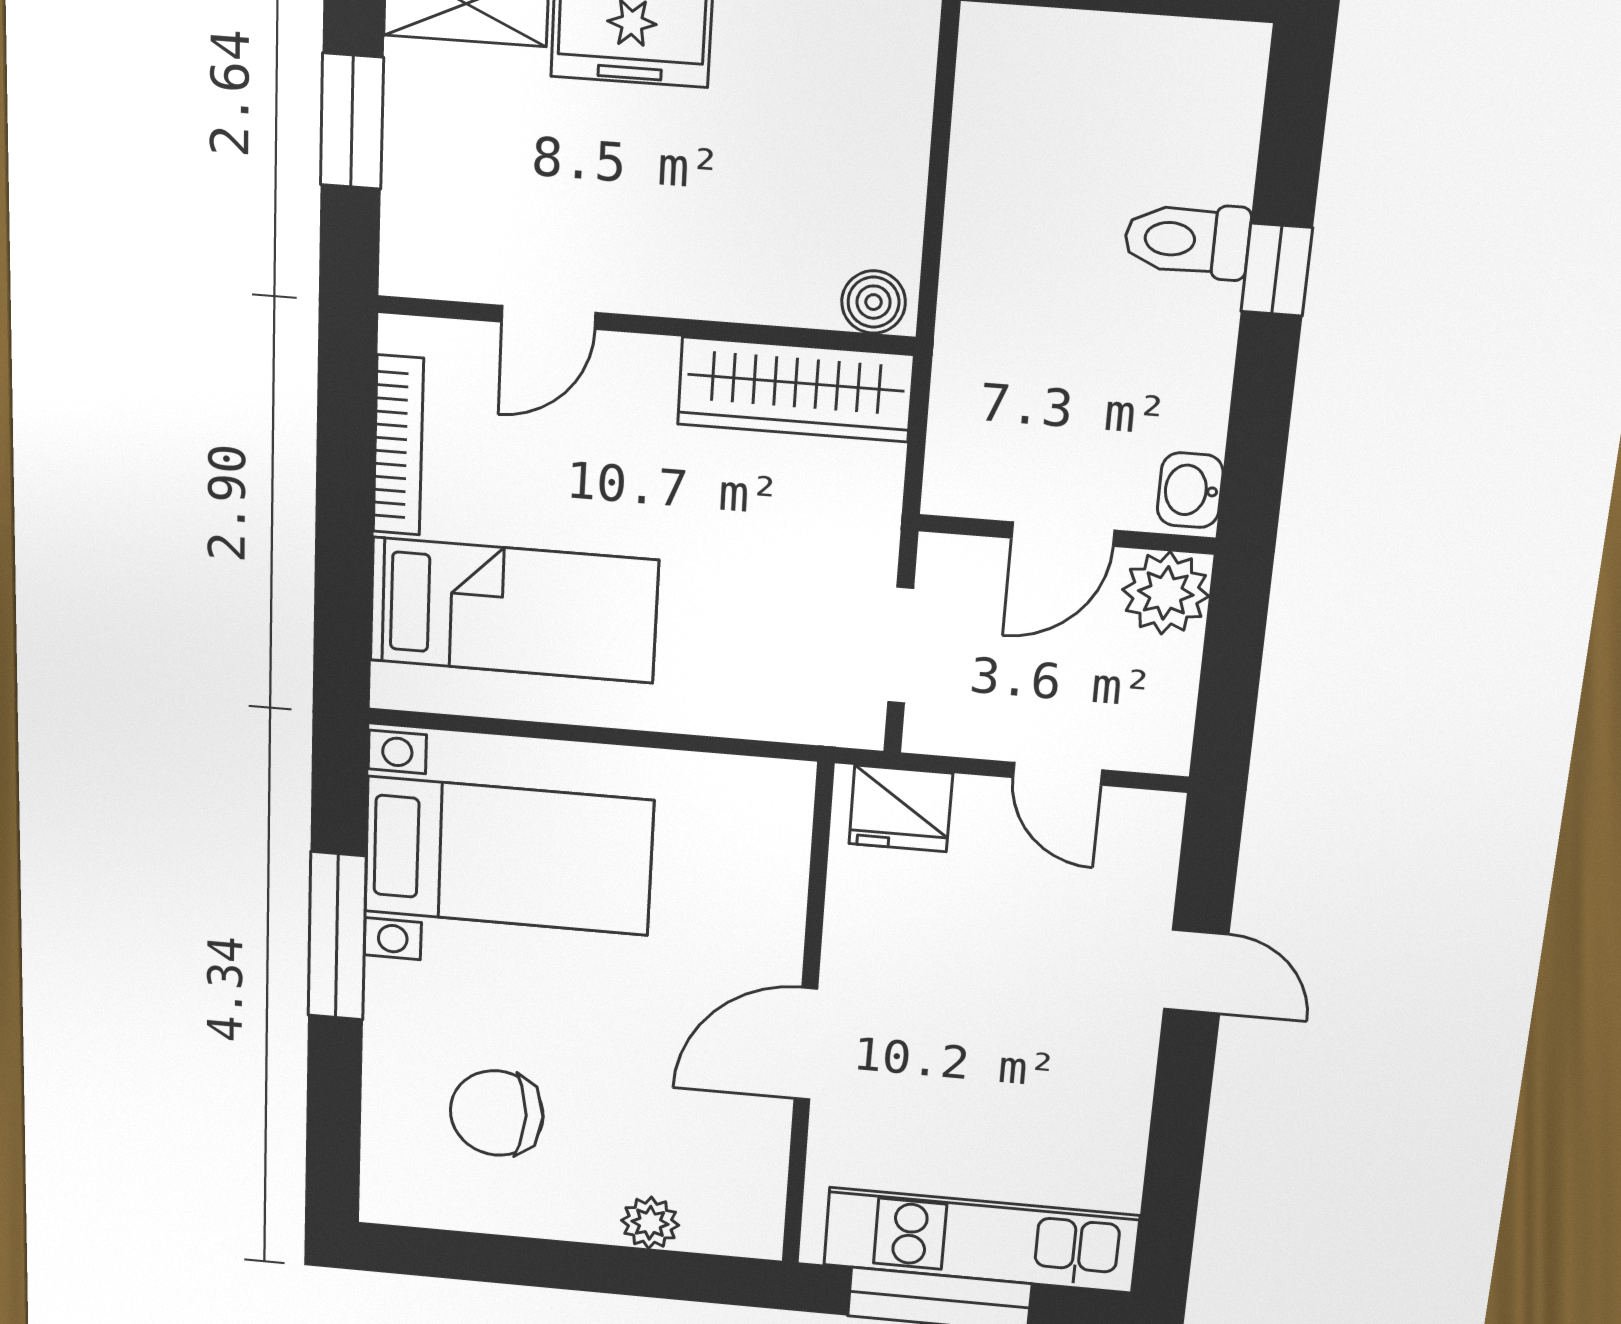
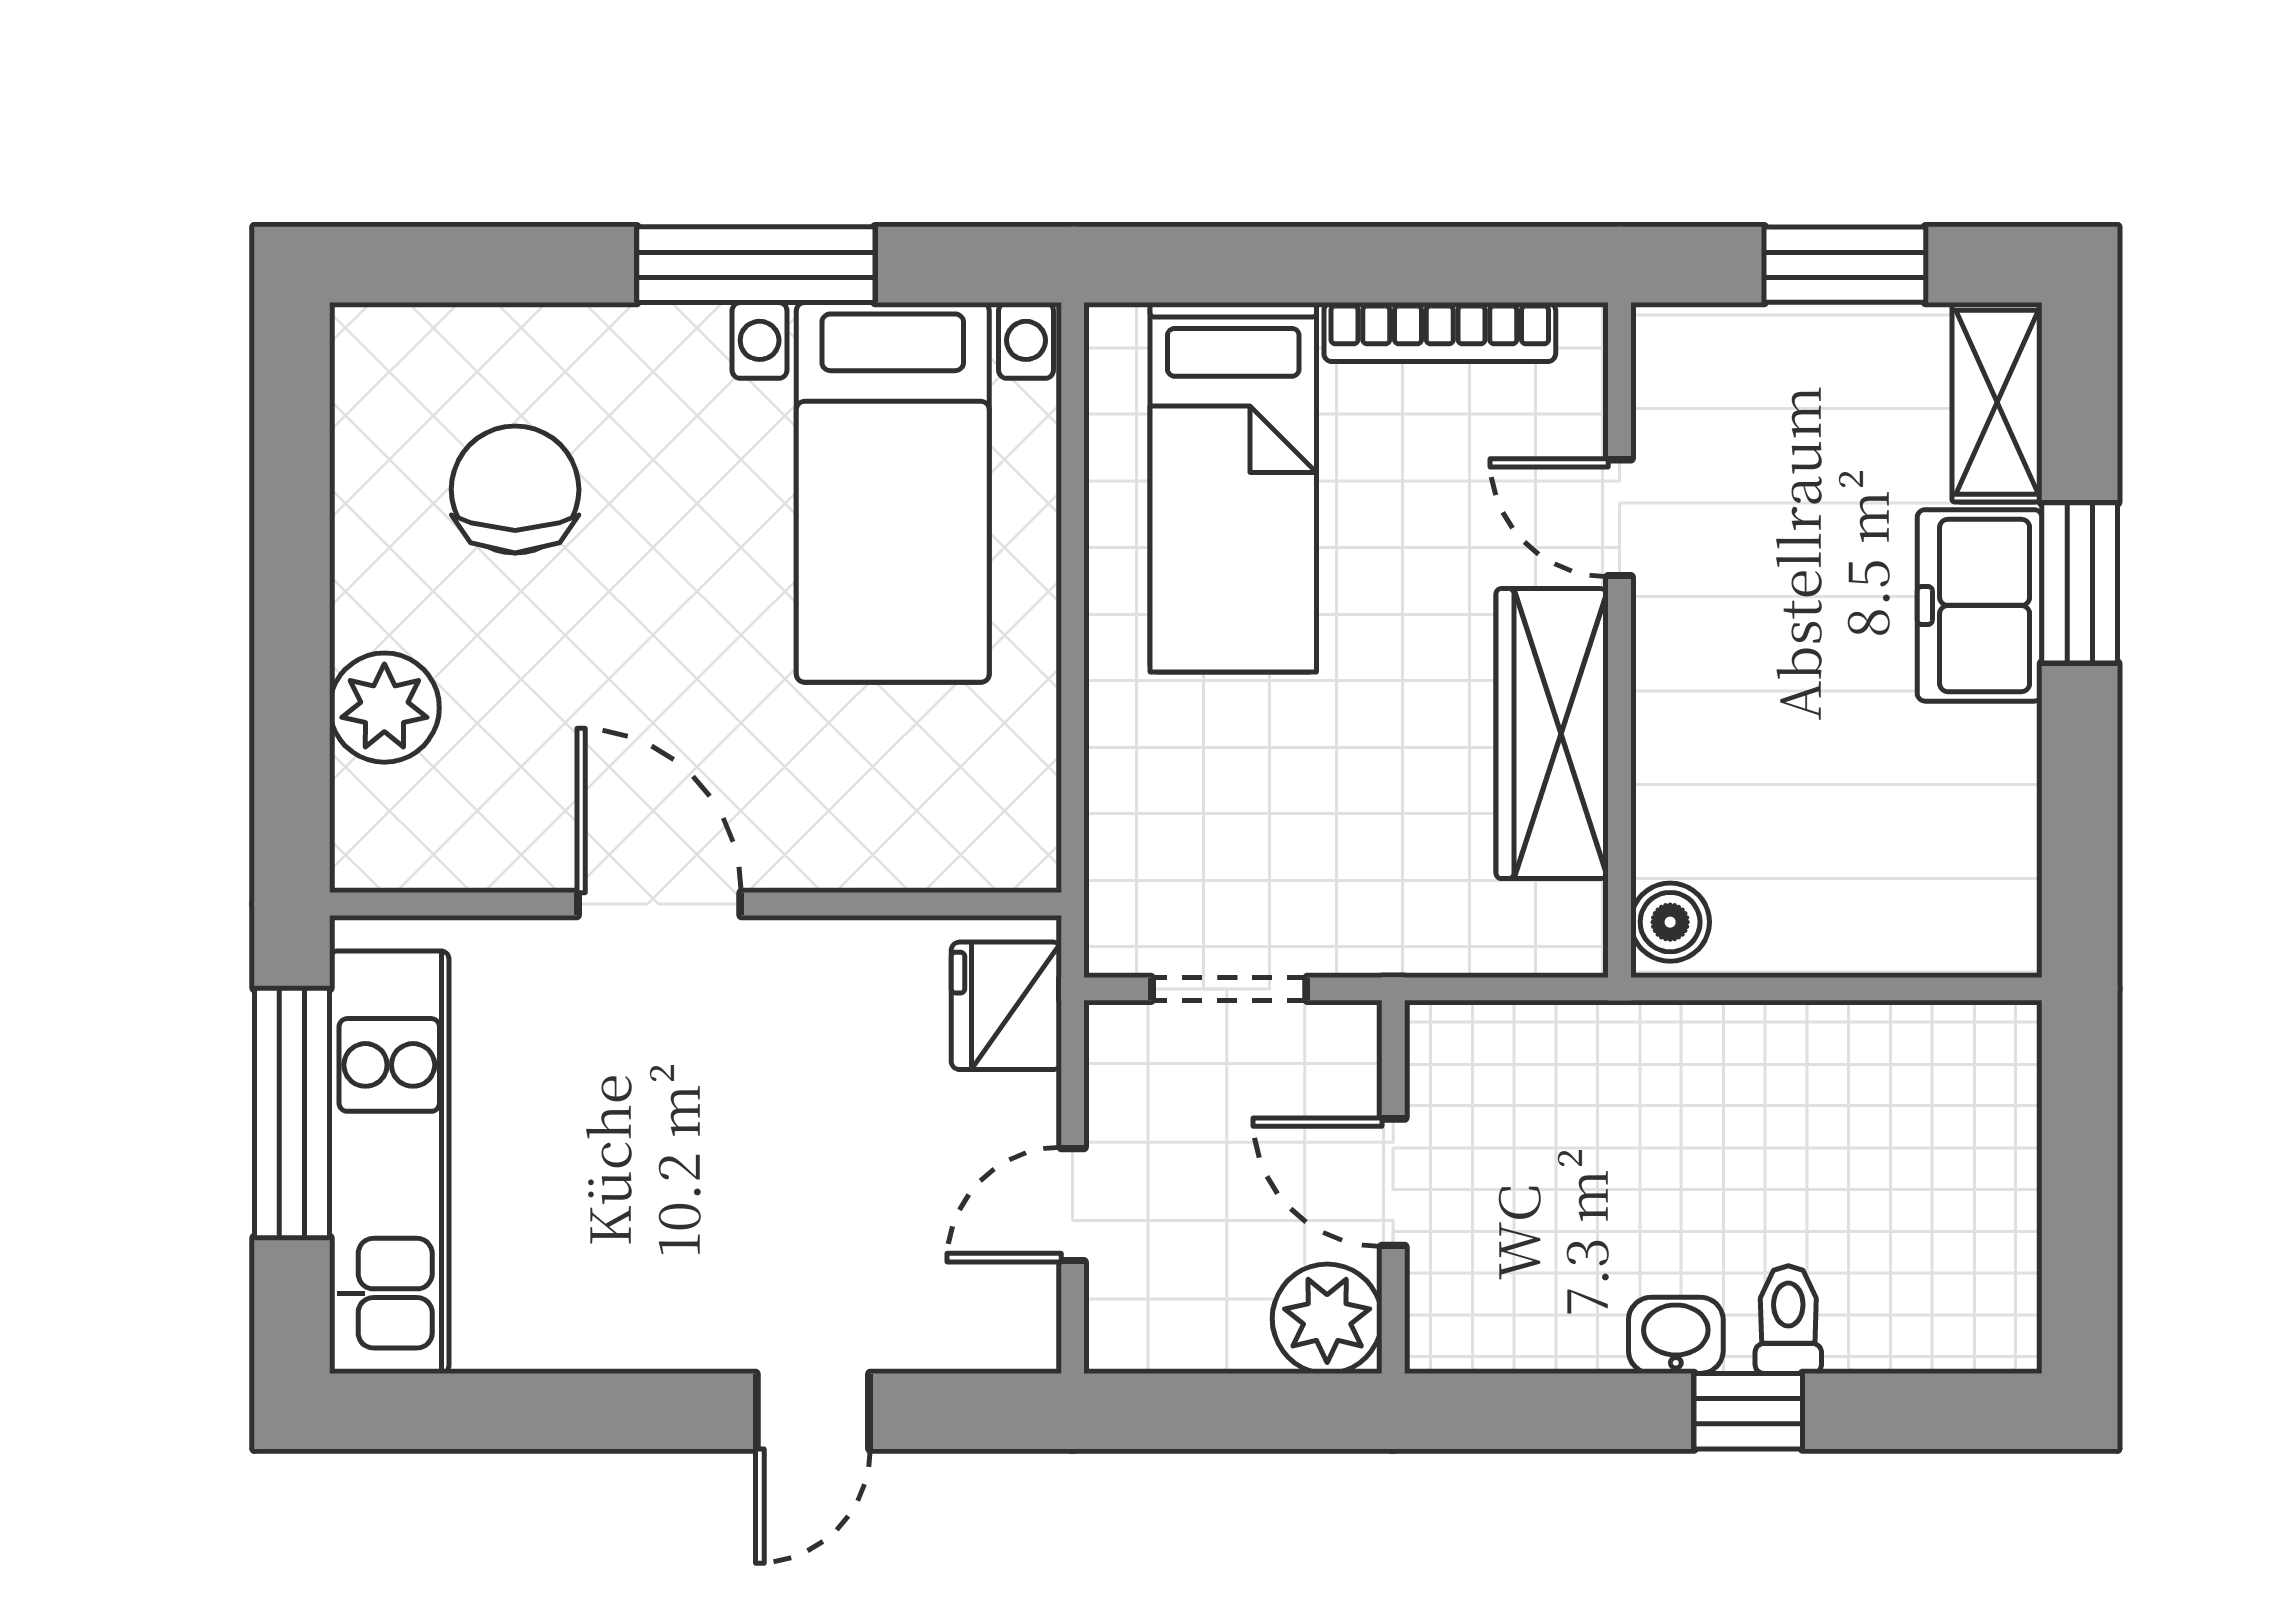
toilet: (1187, 240) -> (1788, 1320), width x0.73, depth x0.72
wardrobe: (795, 390) -> (1552, 734), moved
washbasin: (1190, 490) -> (1676, 1335), moved
plant: (650, 1223) -> (384, 708), width x1.38, depth x1.38

